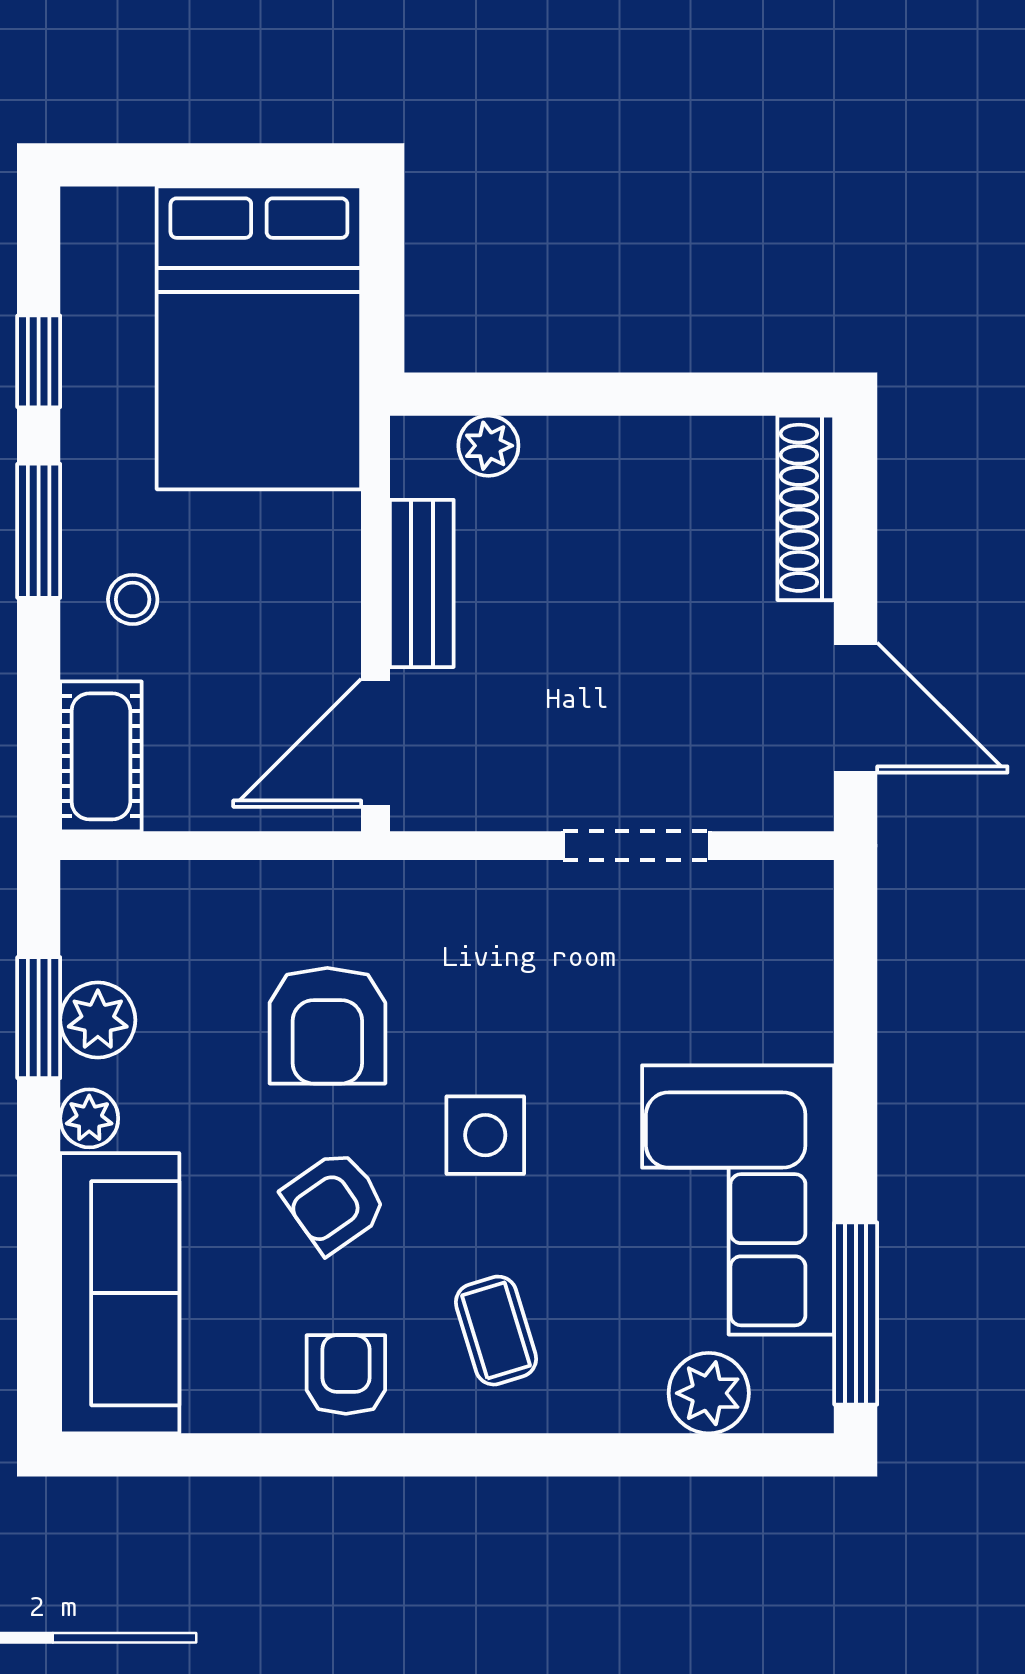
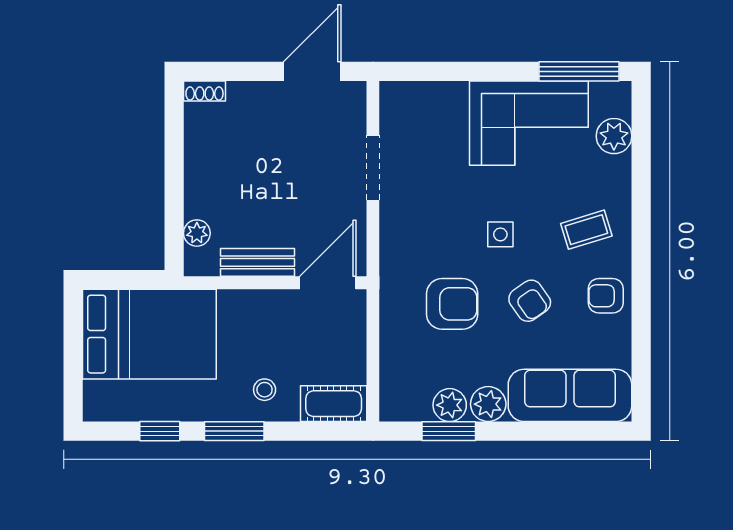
shoe rack: (806, 508) -> (204, 91), width x0.51, depth x0.81
door: (376, 743) -> (328, 283), swing flipped
plant: (89, 1118) -> (488, 404), width x1.38, depth x1.38
side table: (485, 1135) -> (500, 234), width x0.73, depth x0.73

